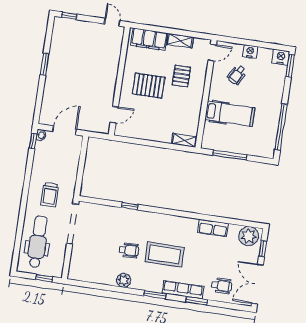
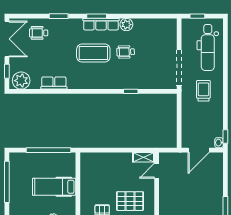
shelving: (184, 140) -> (143, 157), moved
window: (230, 155) -> (49, 150), width x1.46
row of seats: (183, 290) -> (101, 24), moved

